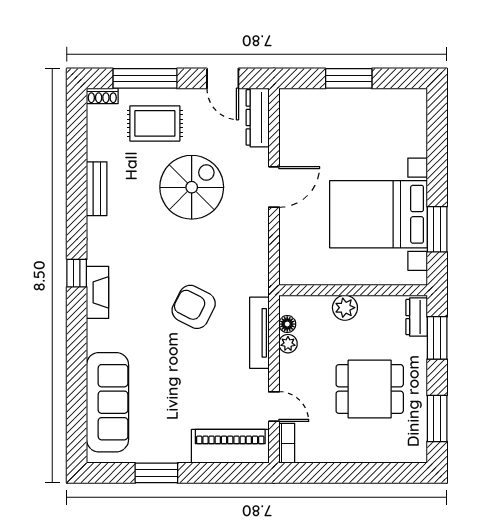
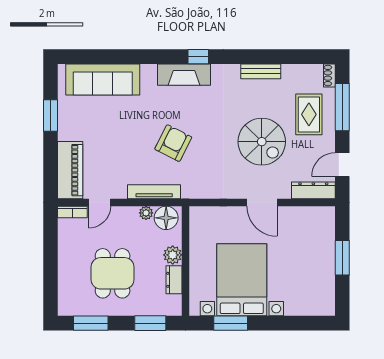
fireplace: (98, 292) -> (184, 75), width x1.37, depth x1.32
dresser: (417, 317) -> (174, 280), moved, turned -90
floor lamp: (287, 324) -> (166, 218), width x1.89, depth x1.89

